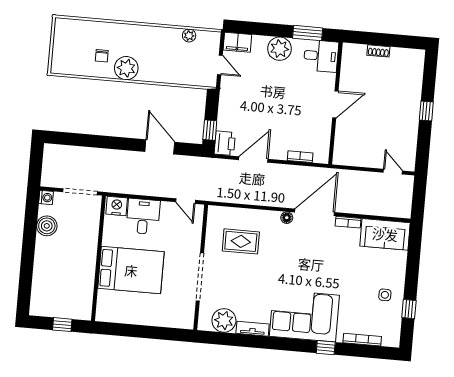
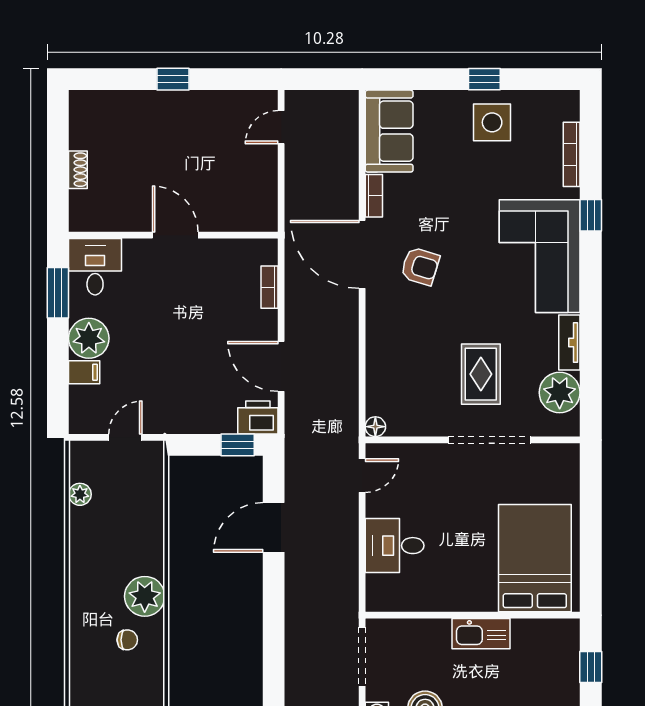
filing cabinet: (237, 42) -> (84, 372), moved, width x0.50
nightstand: (117, 206) -> (381, 592), removed
floor lamp: (287, 218) -> (375, 427), moved
rug: (241, 241) -> (481, 374), moved
armchair: (305, 246) -> (420, 266), added
kitchen sink: (87, 262) -> (481, 634), added
bed: (131, 270) -> (535, 558), moved
side table: (385, 295) -> (492, 122), width x1.87, depth x1.87
window: (409, 309) -> (484, 79), moved

